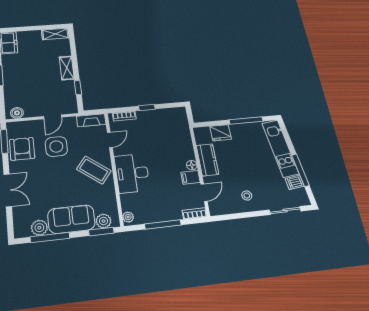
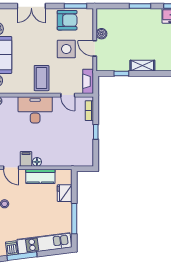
boiler: (17, 113) -> (101, 34), moved
coffee table: (94, 170) -> (42, 78), turned -38

